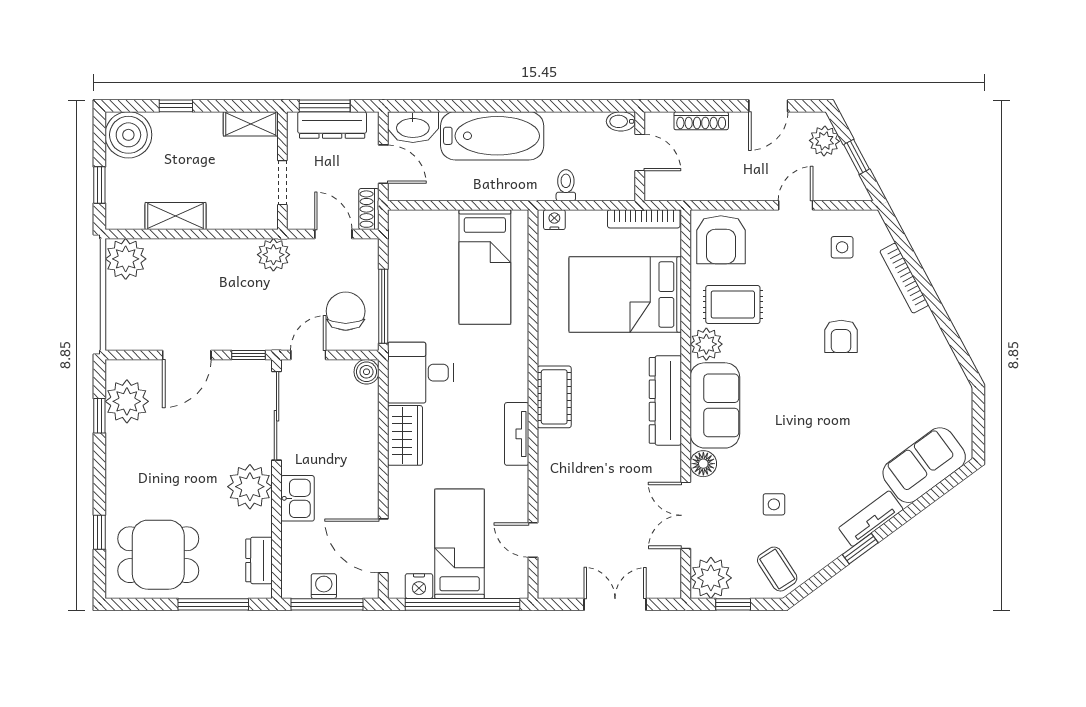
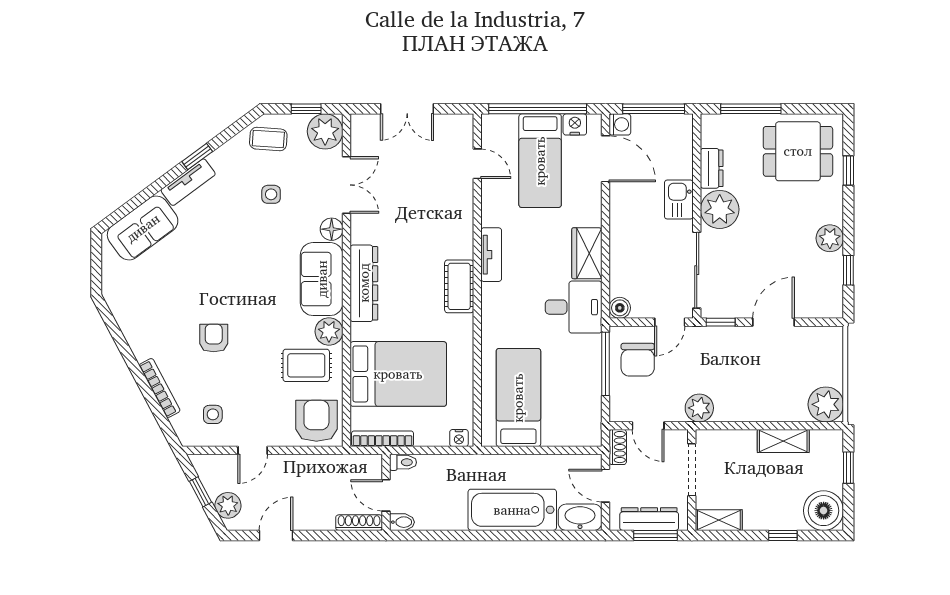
shoe rack: (701, 121) -> (359, 523), moved
doorway: (282, 183) -> (692, 470), width x1.38
toilet: (566, 185) -> (403, 462), moved, turned -90
plant: (127, 401) -> (830, 238), moved, width x0.73, depth x0.73
dresser: (259, 560) -> (712, 168), moved
coffee table: (777, 569) -> (268, 139), turned -53
washing machine: (324, 586) -> (620, 124), moved, turned -90

